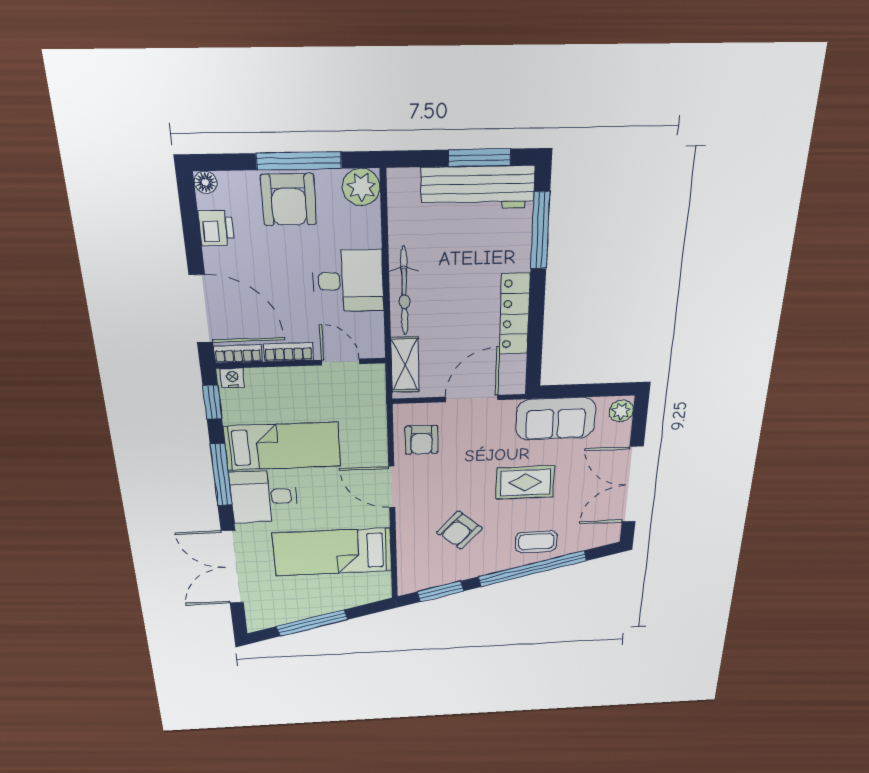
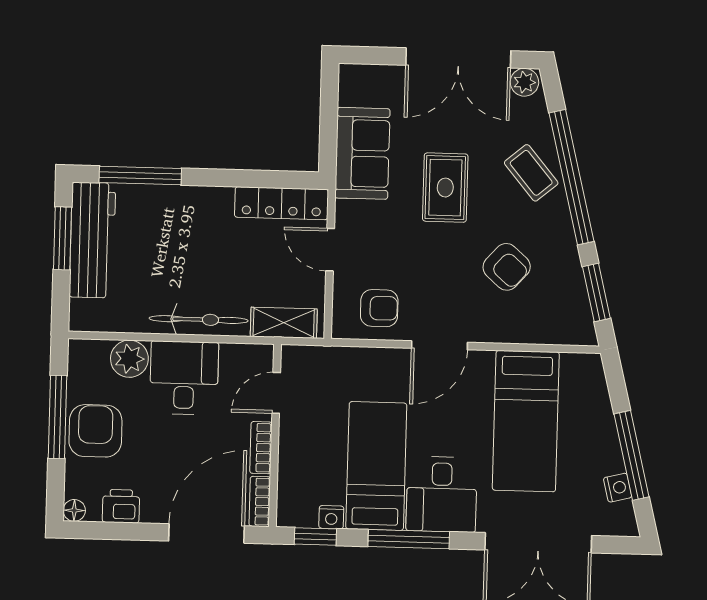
plant: (361, 187) -> (129, 359), moved
armchair: (289, 200) -> (95, 431), turned -90
locker: (515, 314) -> (281, 203), moved
nightstand: (232, 378) -> (331, 517), moved, turned -90
door: (472, 398) -> (330, 250), width x0.73
plant: (621, 411) -> (524, 82), moved
coffee table: (536, 542) -> (531, 173), turned -40
nightstand: (285, 616) -> (618, 488), added

